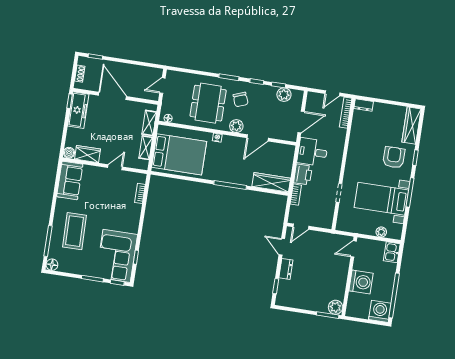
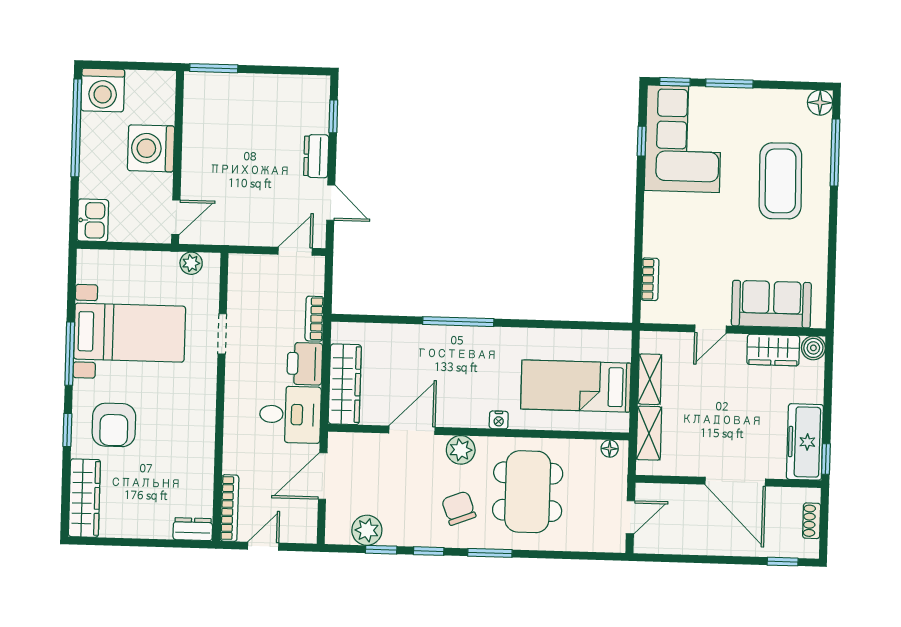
bed: (179, 154) -> (576, 386), width x0.67
sofa: (70, 180) -> (771, 304), moved, turned 90
wardrobe: (271, 182) -> (345, 384), moved, turned -90
plant: (381, 232) -> (191, 263), moved
plant: (336, 307) -> (199, 87), removed

